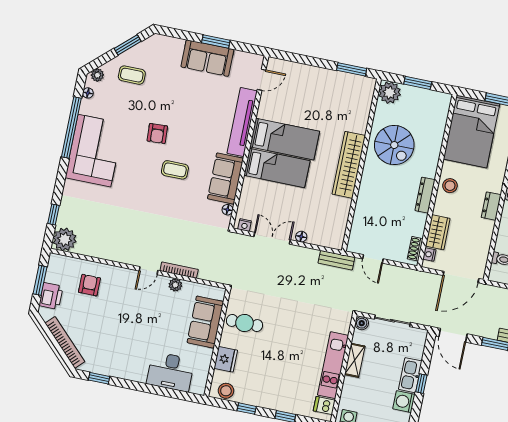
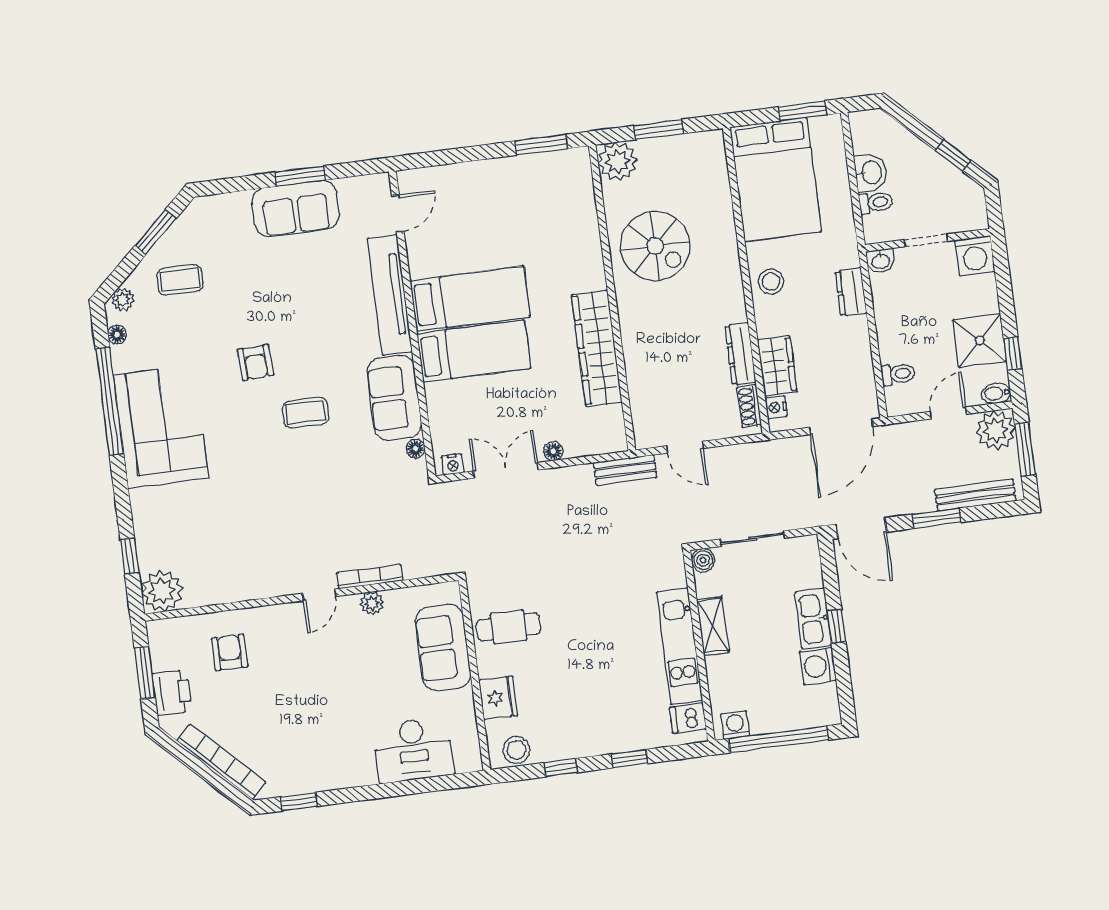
wardrobe: (349, 165) -> (597, 348), moved
dresser: (425, 195) -> (740, 354), moved

